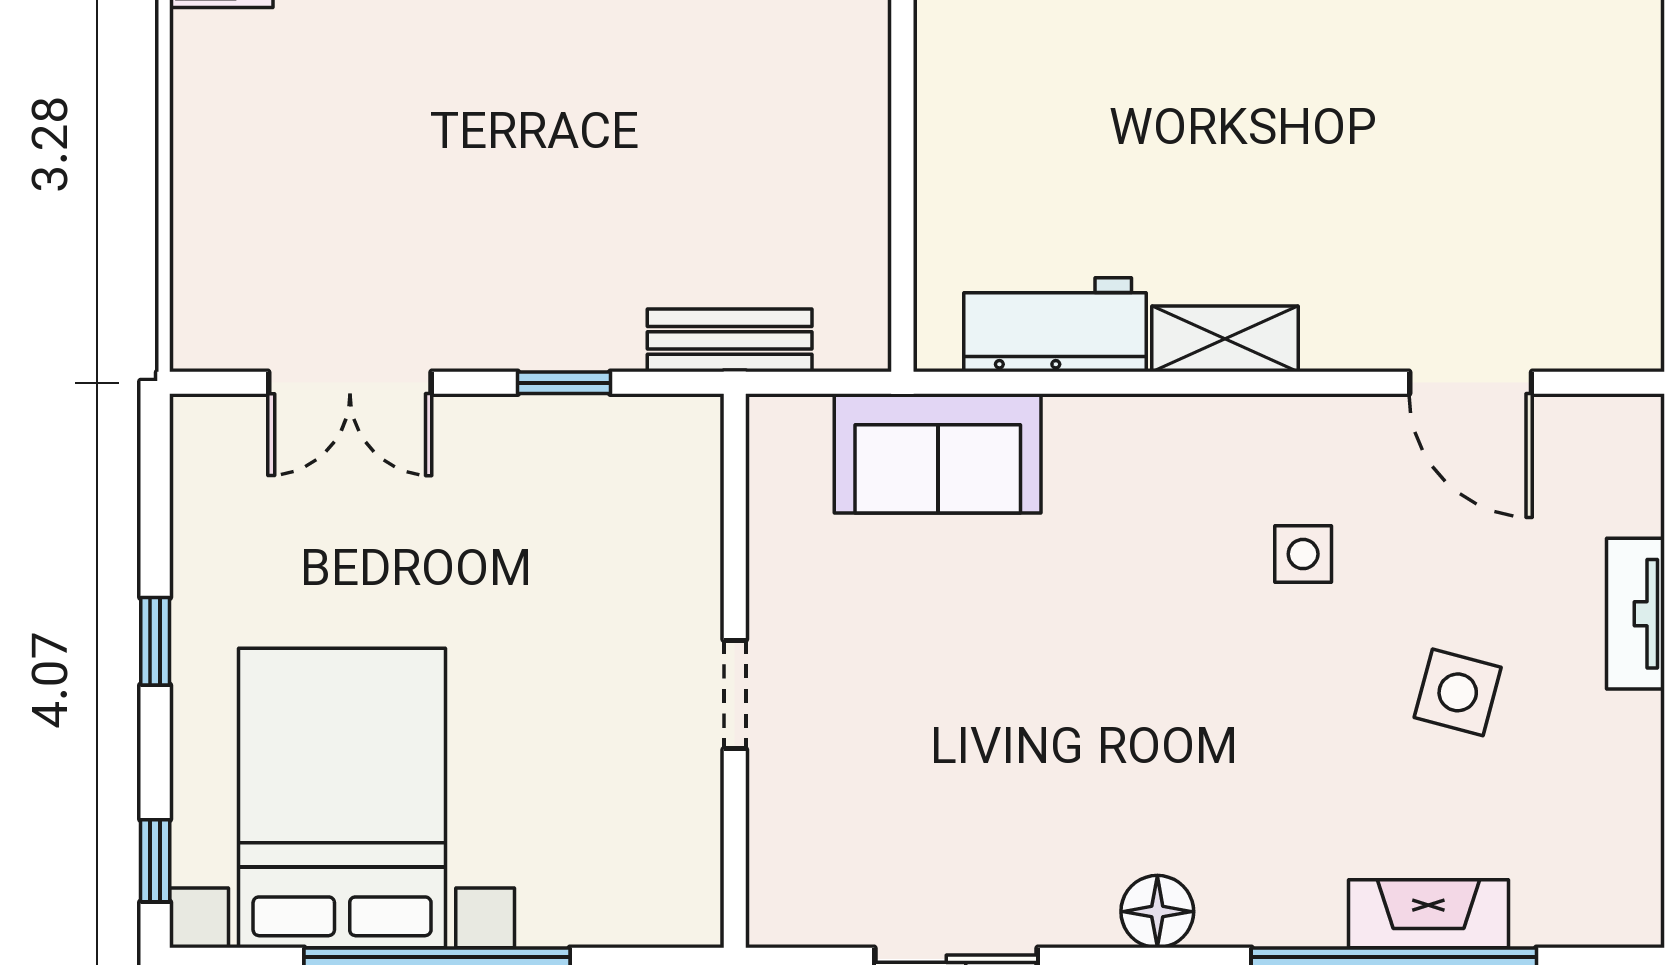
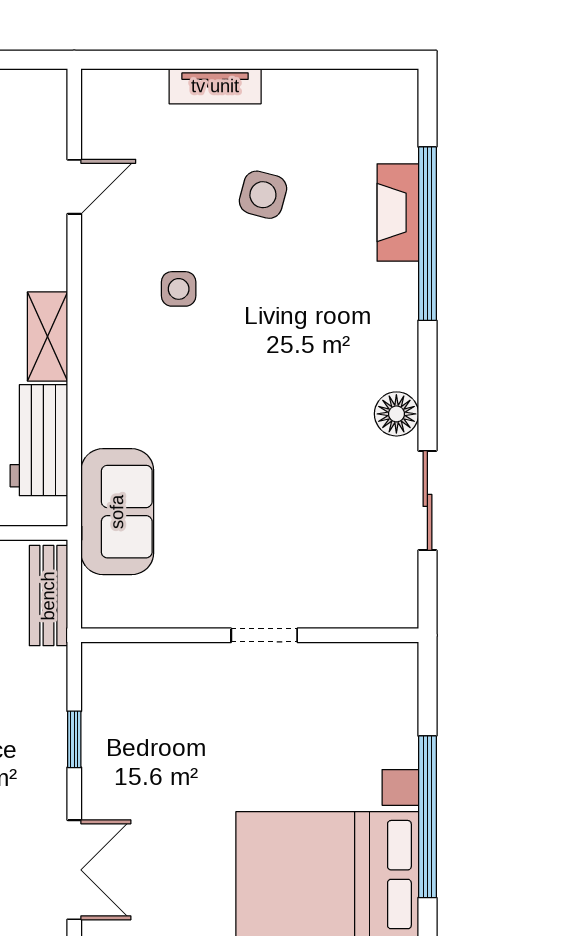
bench: (730, 340) -> (48, 596), moved
door: (1471, 383) -> (74, 187), width x0.73
floor lamp: (1157, 912) -> (396, 414), moved

